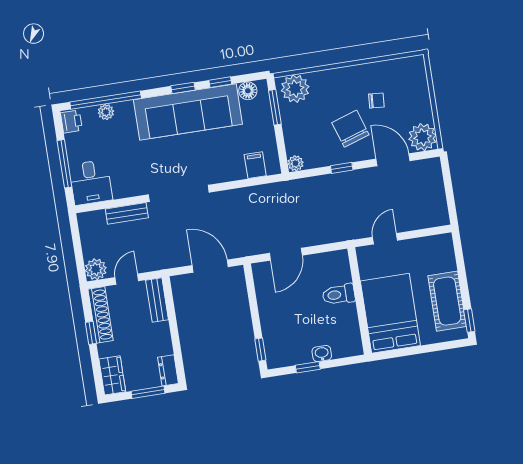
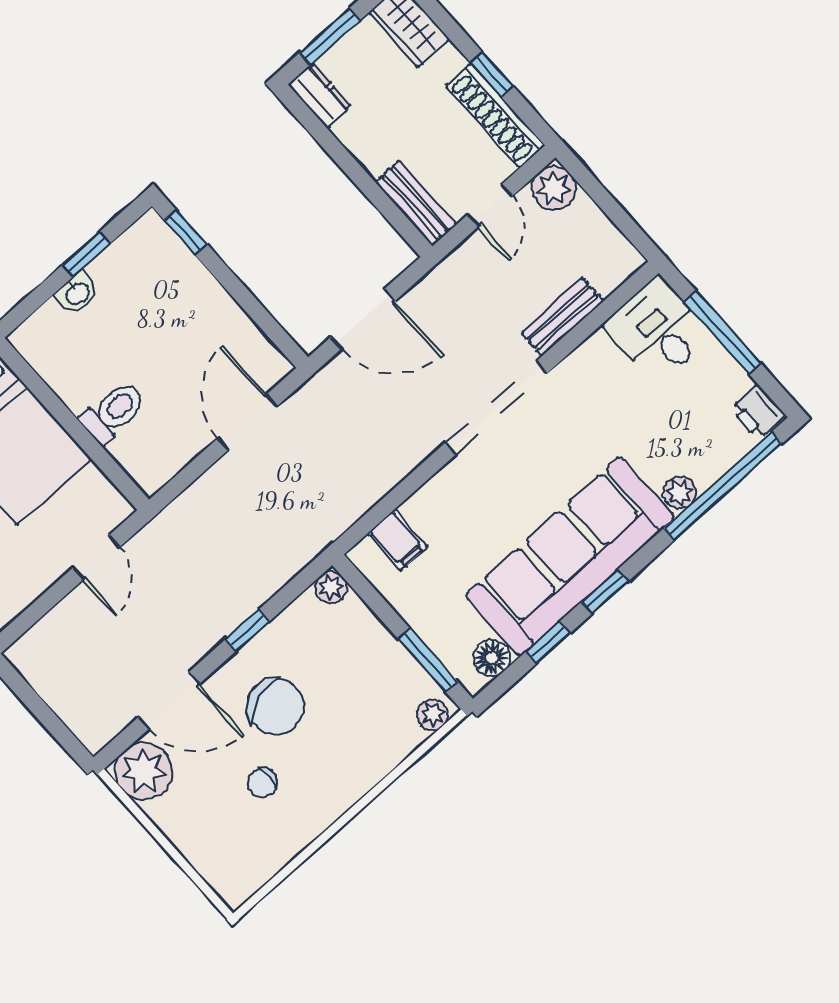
plant: (295, 89) -> (432, 715), width x0.53, depth x0.53
plant: (106, 112) -> (680, 493), moved

